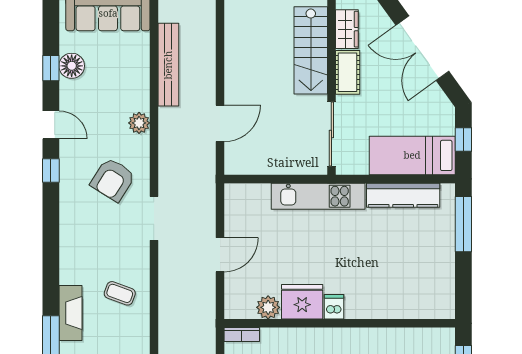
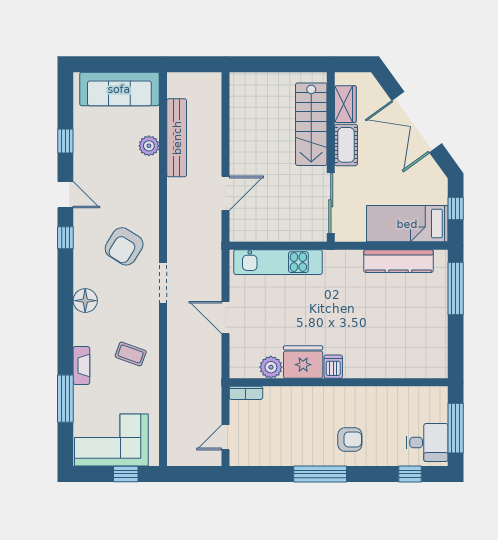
floor lamp: (72, 66) -> (85, 301), moved
plant: (139, 123) -> (149, 146), moved
kitchen unit: (318, 196) -> (278, 262), moved
door: (220, 255) -> (225, 317), swing flipped
fireplace: (70, 313) -> (81, 365), width x0.73, depth x0.76

